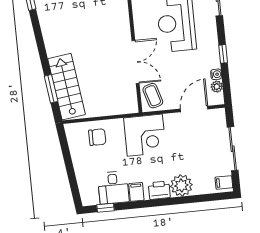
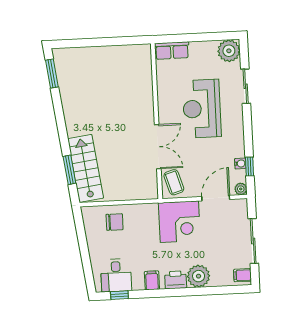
window: (223, 54) -> (250, 167), moved
plant: (217, 87) -> (241, 189), moved
corner desk: (145, 135) -> (179, 222), moved
desk: (113, 188) -> (116, 275), moved

